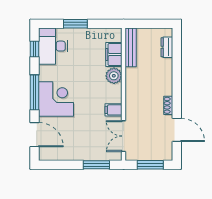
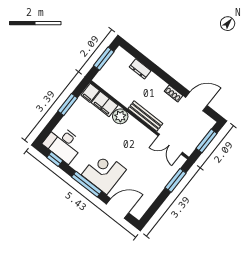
window: (75, 24) -> (68, 105), moved
window: (151, 24) -> (104, 59), added
bench: (131, 47) -> (145, 116), moved
dresser: (167, 47) -> (140, 69), moved
filing cabinet: (114, 110) -> (90, 93), moved

